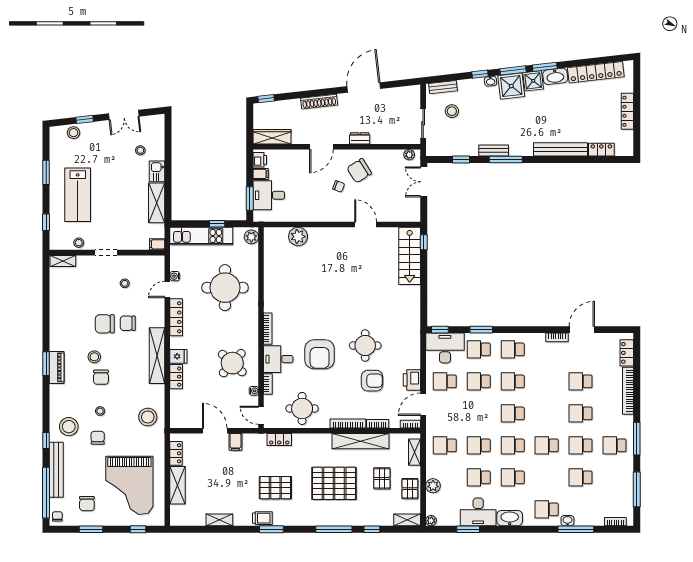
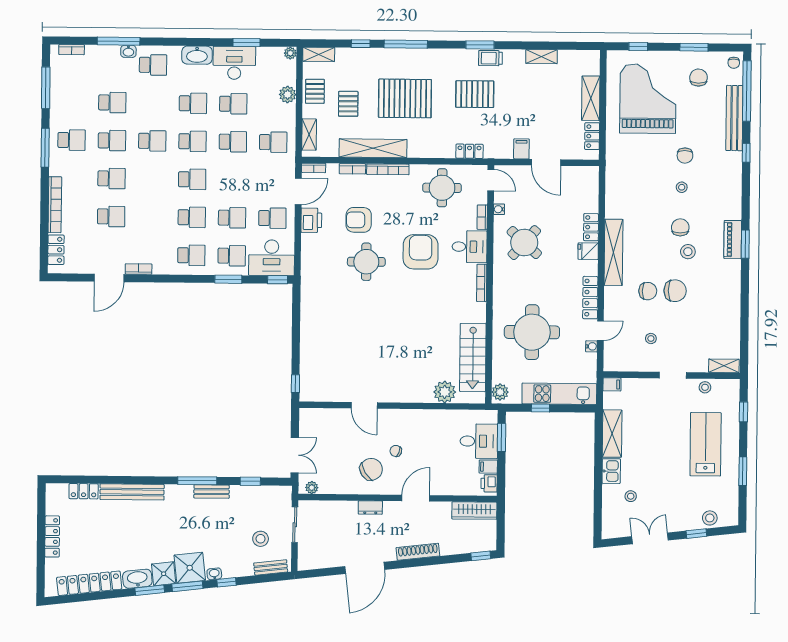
stairs: (410, 256) -> (473, 358), moved, turned 180
stool: (148, 417) -> (625, 180), removed
stool: (69, 427) -> (719, 169), removed

